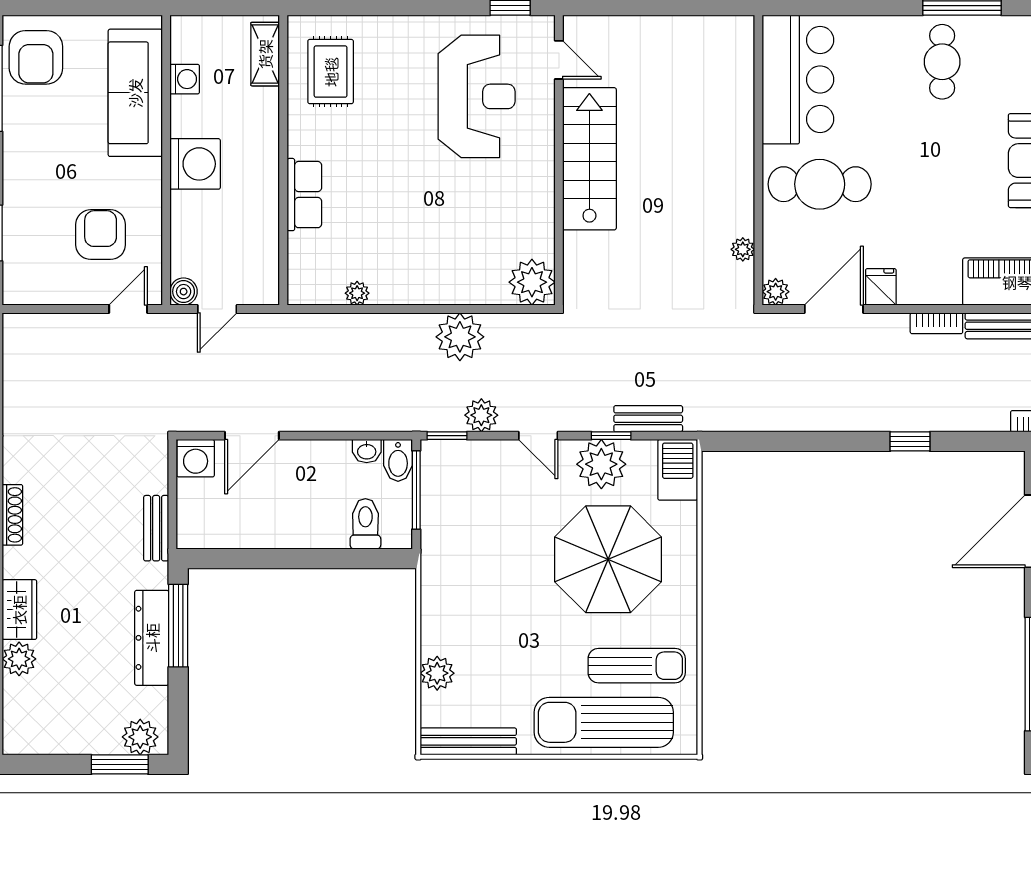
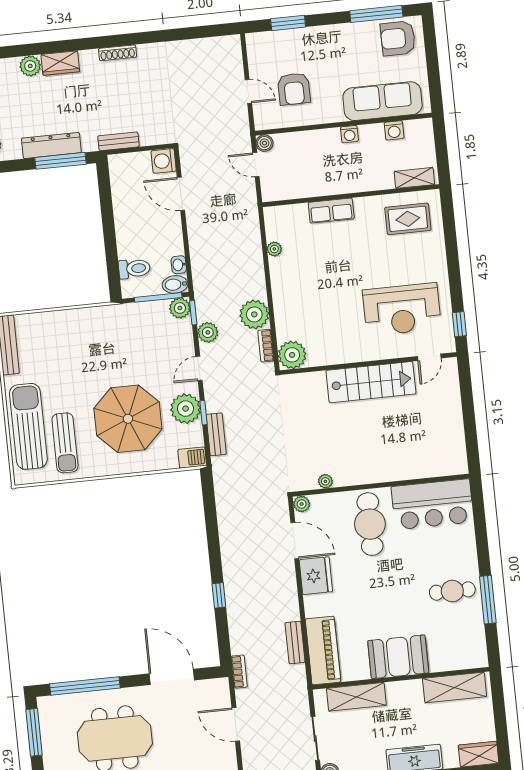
washing machine: (195, 164) -> (349, 134), width x0.53, depth x0.53
armchair: (101, 235) -> (294, 89), turned 90
fridge: (881, 287) -> (316, 576), width x1.88, depth x1.34
door: (128, 309) -> (248, 91), moved
bookcase: (936, 323) -> (266, 346), moved
barbecue: (678, 470) -> (192, 458), width x0.73, depth x0.79
plant: (437, 673) -> (180, 308), moved

